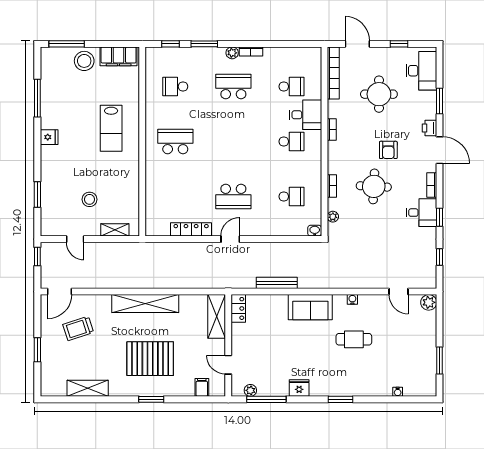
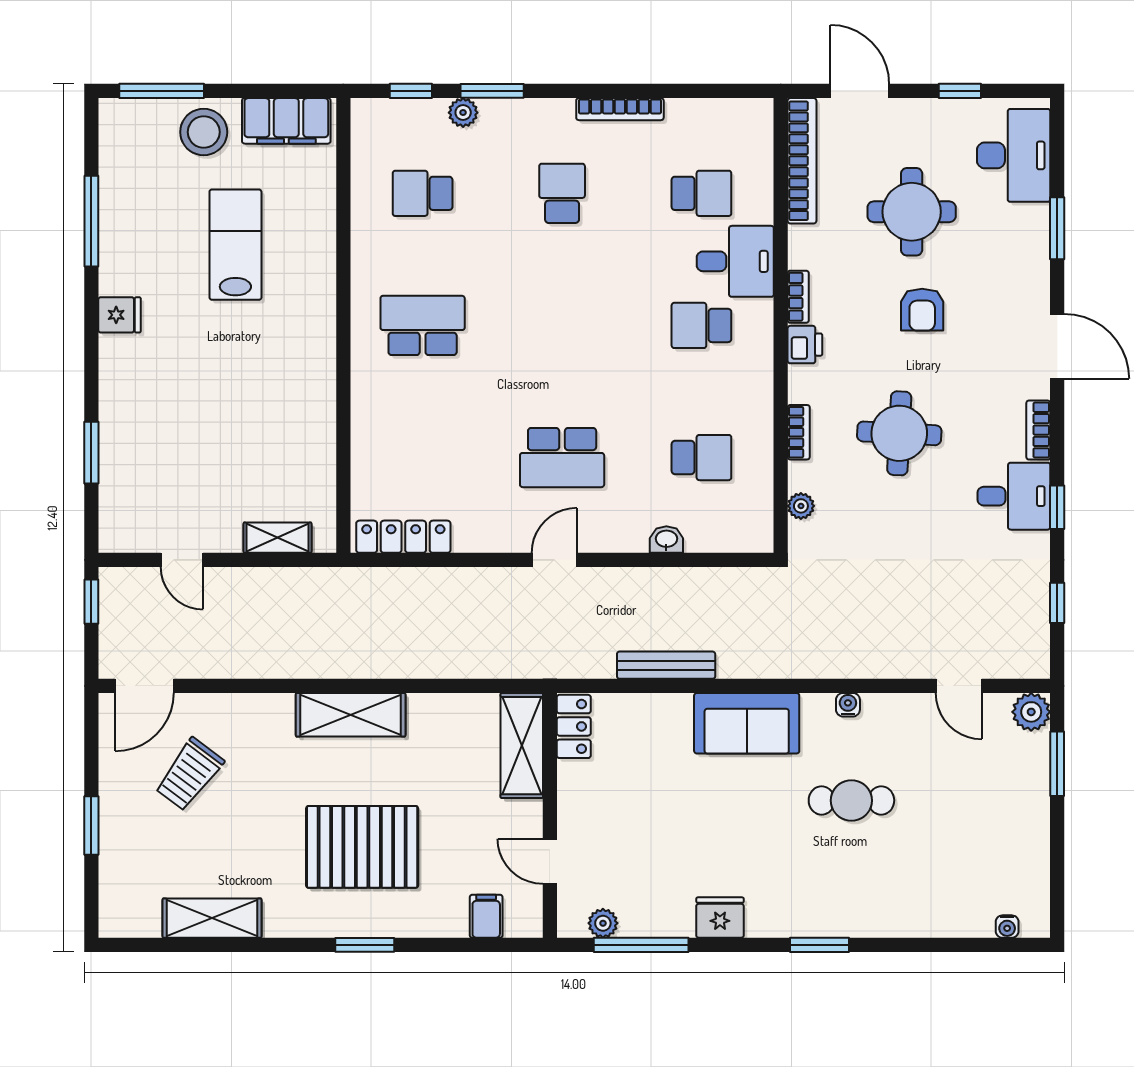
bookcase: (251, 51) -> (620, 109), width x1.56
plant: (232, 53) -> (463, 113), moved
school desk: (233, 86) -> (562, 193), width x0.54
lab bench: (111, 128) -> (235, 245), moved, turned 180
printer: (429, 128) -> (805, 345), moved, turned 180
school desk: (291, 141) -> (701, 325), turned 180
armchair: (388, 150) -> (922, 310), moved
stool: (89, 199) -> (216, 464), removed
locker: (191, 229) -> (403, 537), moved
washbasin: (315, 231) -> (666, 540), moved
shelving: (145, 304) -> (351, 715), width x0.68
trolley: (78, 328) -> (189, 774), turned -35
window: (440, 361) -> (1057, 764), moved
water cooler: (398, 392) -> (1007, 927), moved

